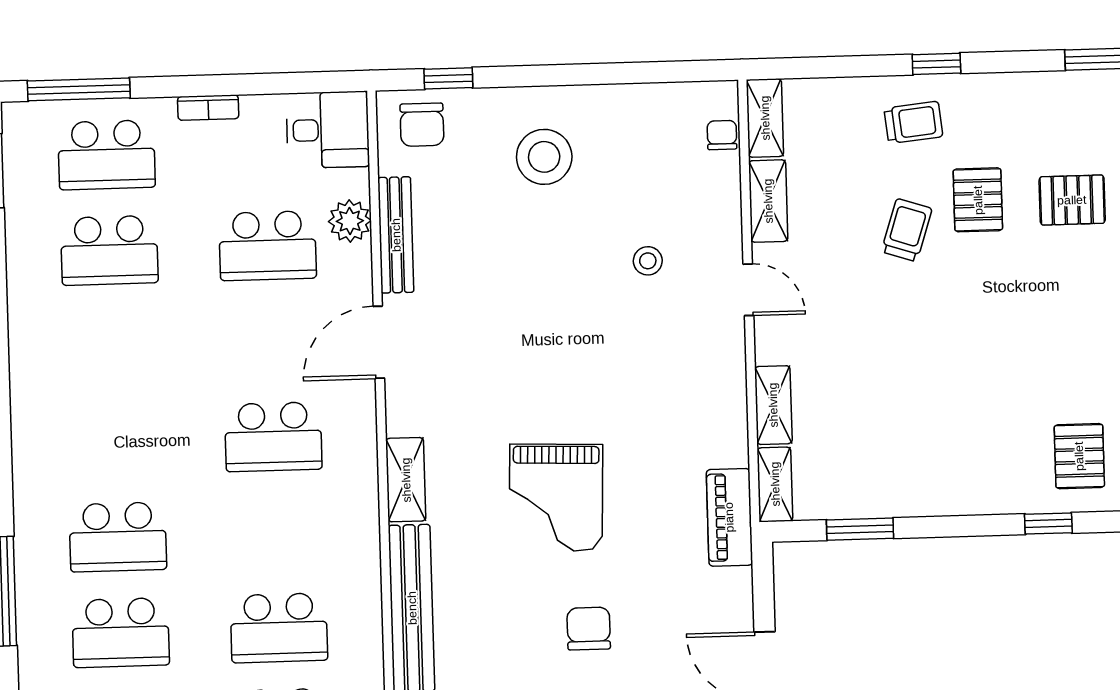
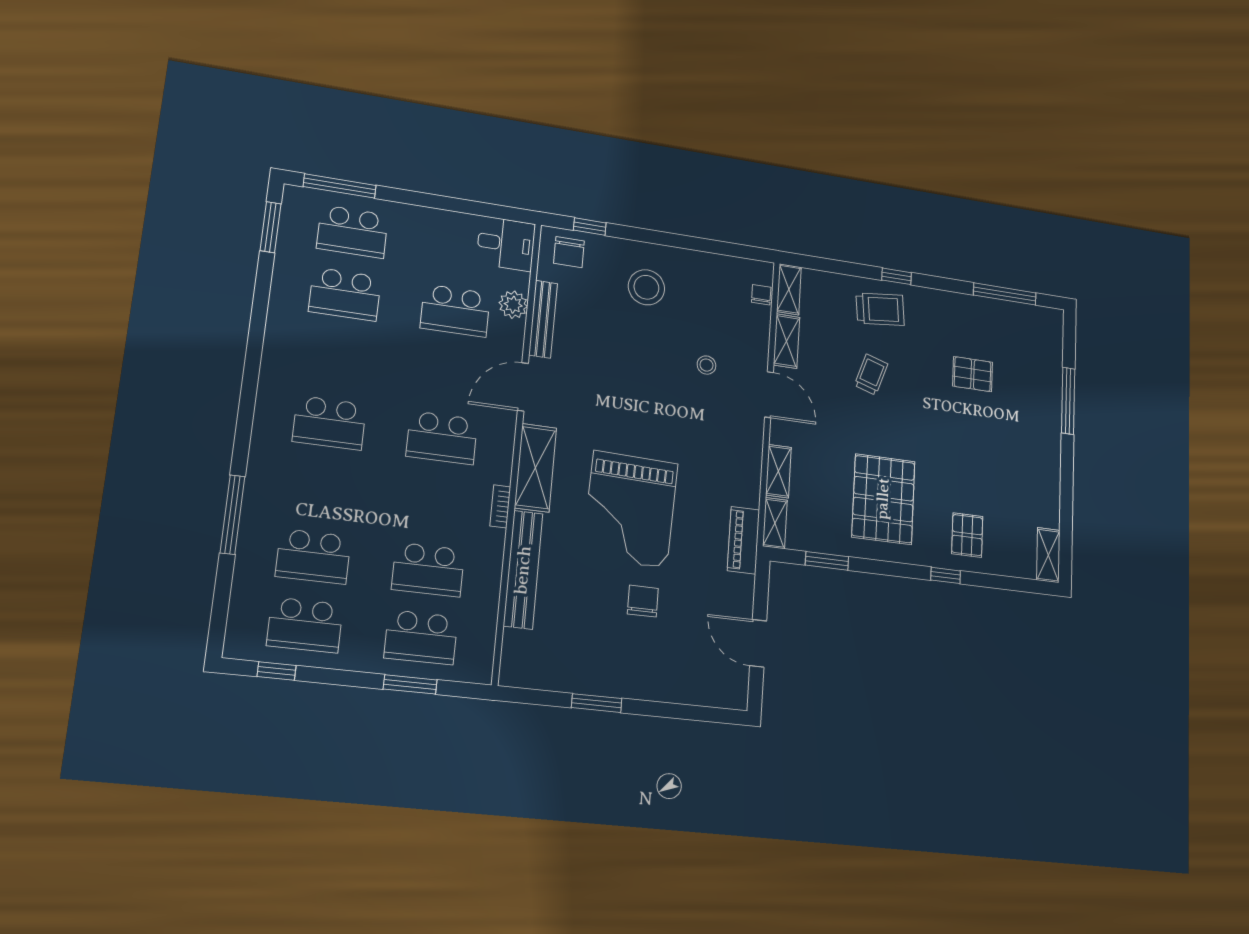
bookcase: (208, 108) -> (500, 506), moved, turned 90
trolley: (913, 122) -> (880, 309), width x1.36, depth x1.39
pallet: (978, 200) -> (883, 499), moved, width x2.05, depth x2.00
door: (748, 290) -> (769, 395), width x1.38
shelving: (406, 480) -> (535, 468), width x1.50, depth x1.33
grand piano: (556, 498) -> (630, 509), width x1.37, depth x1.48
school desk: (118, 537) -> (329, 423), moved

